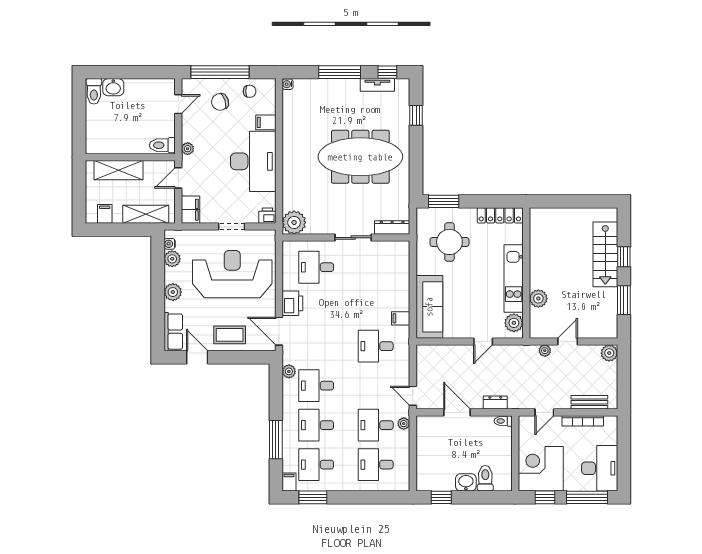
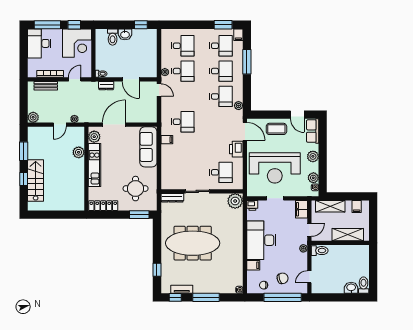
door: (483, 341) -> (114, 125), width x1.88

